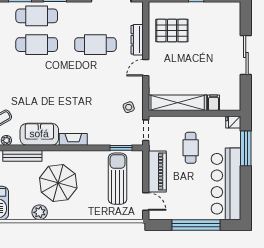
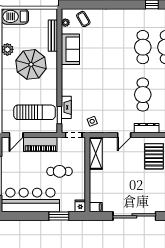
sliding door: (246, 55) -> (134, 216), width x1.36
door: (146, 68) -> (124, 135), swing flipped
shelving: (178, 103) -> (96, 153), width x0.68
filing cabinet: (214, 103) -> (96, 207), moved
fireplace: (73, 139) -> (66, 107), moved
window: (246, 148) -> (59, 216), width x0.69

